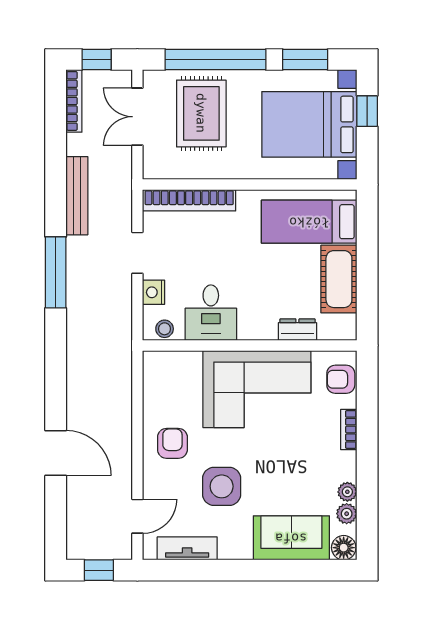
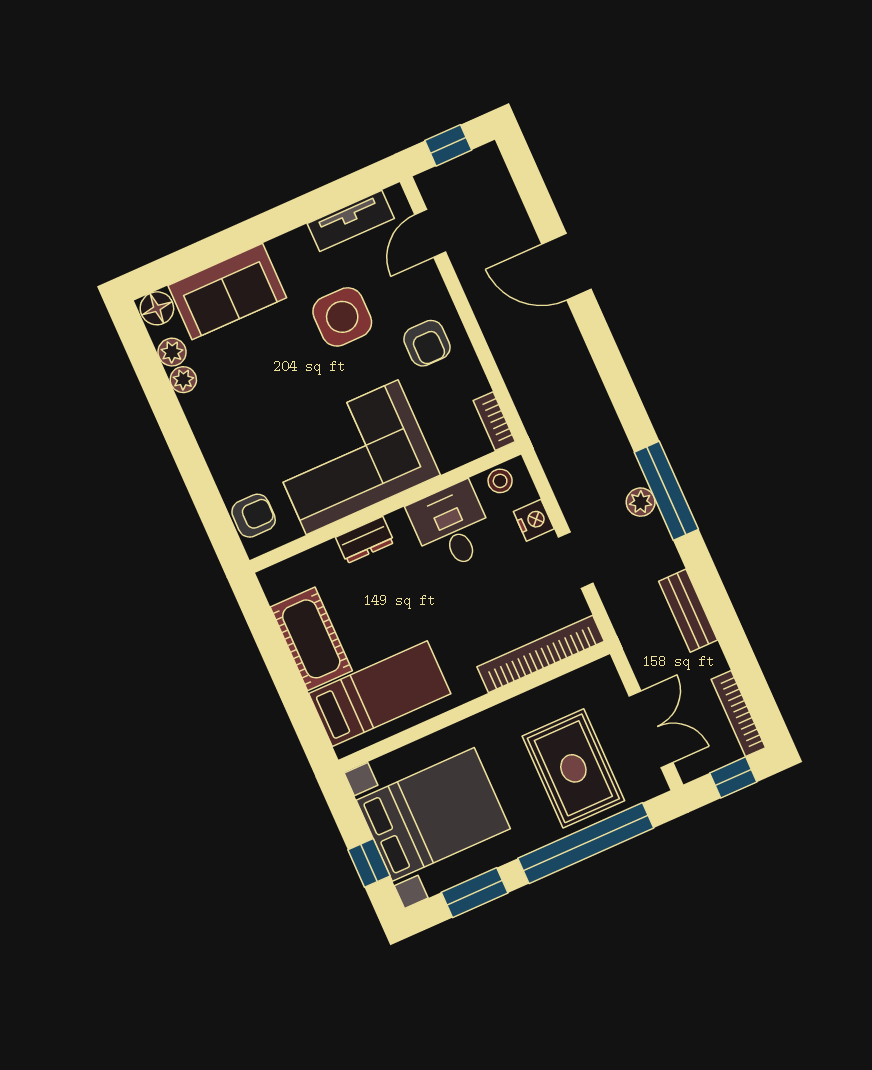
bench: (77, 196) -> (688, 611), width x0.73
plant: (76, 272) -> (641, 502), added
dresser: (297, 330) -> (365, 540), moved
bookcase: (349, 429) -> (494, 421), moved, turned 180

